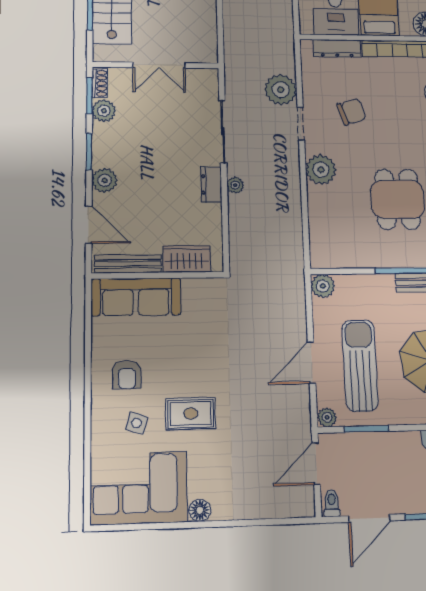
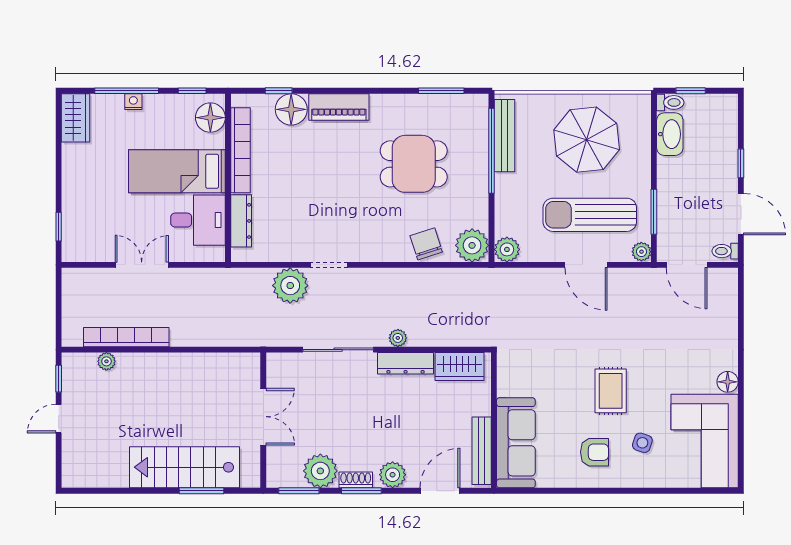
shoe rack: (100, 83) -> (356, 480), moved
plant: (104, 111) -> (320, 471), width x1.36, depth x1.36
chair: (351, 112) -> (426, 244), moved
plant: (321, 170) -> (472, 245), moved
dresser: (211, 184) -> (406, 363), width x1.44
wardrobe: (187, 259) -> (460, 367), moved, turned -90
rug: (191, 414) -> (611, 391), moved

